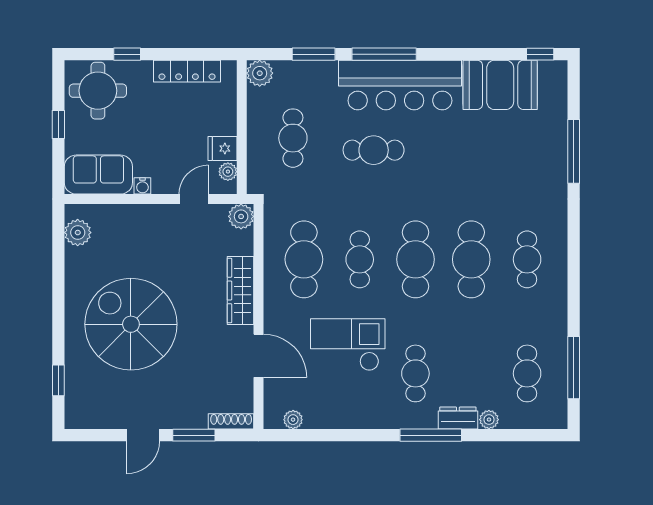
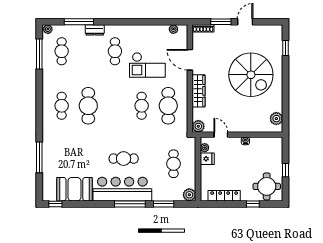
cafe table: (374, 150) -> (124, 159), moved
sofa: (98, 175) -> (266, 146), removed
door: (194, 199) -> (221, 135), swing flipped
cafe table: (415, 259) -> (115, 106), removed
plant: (489, 420) -> (48, 29), moved
window: (431, 435) -> (79, 22), moved

